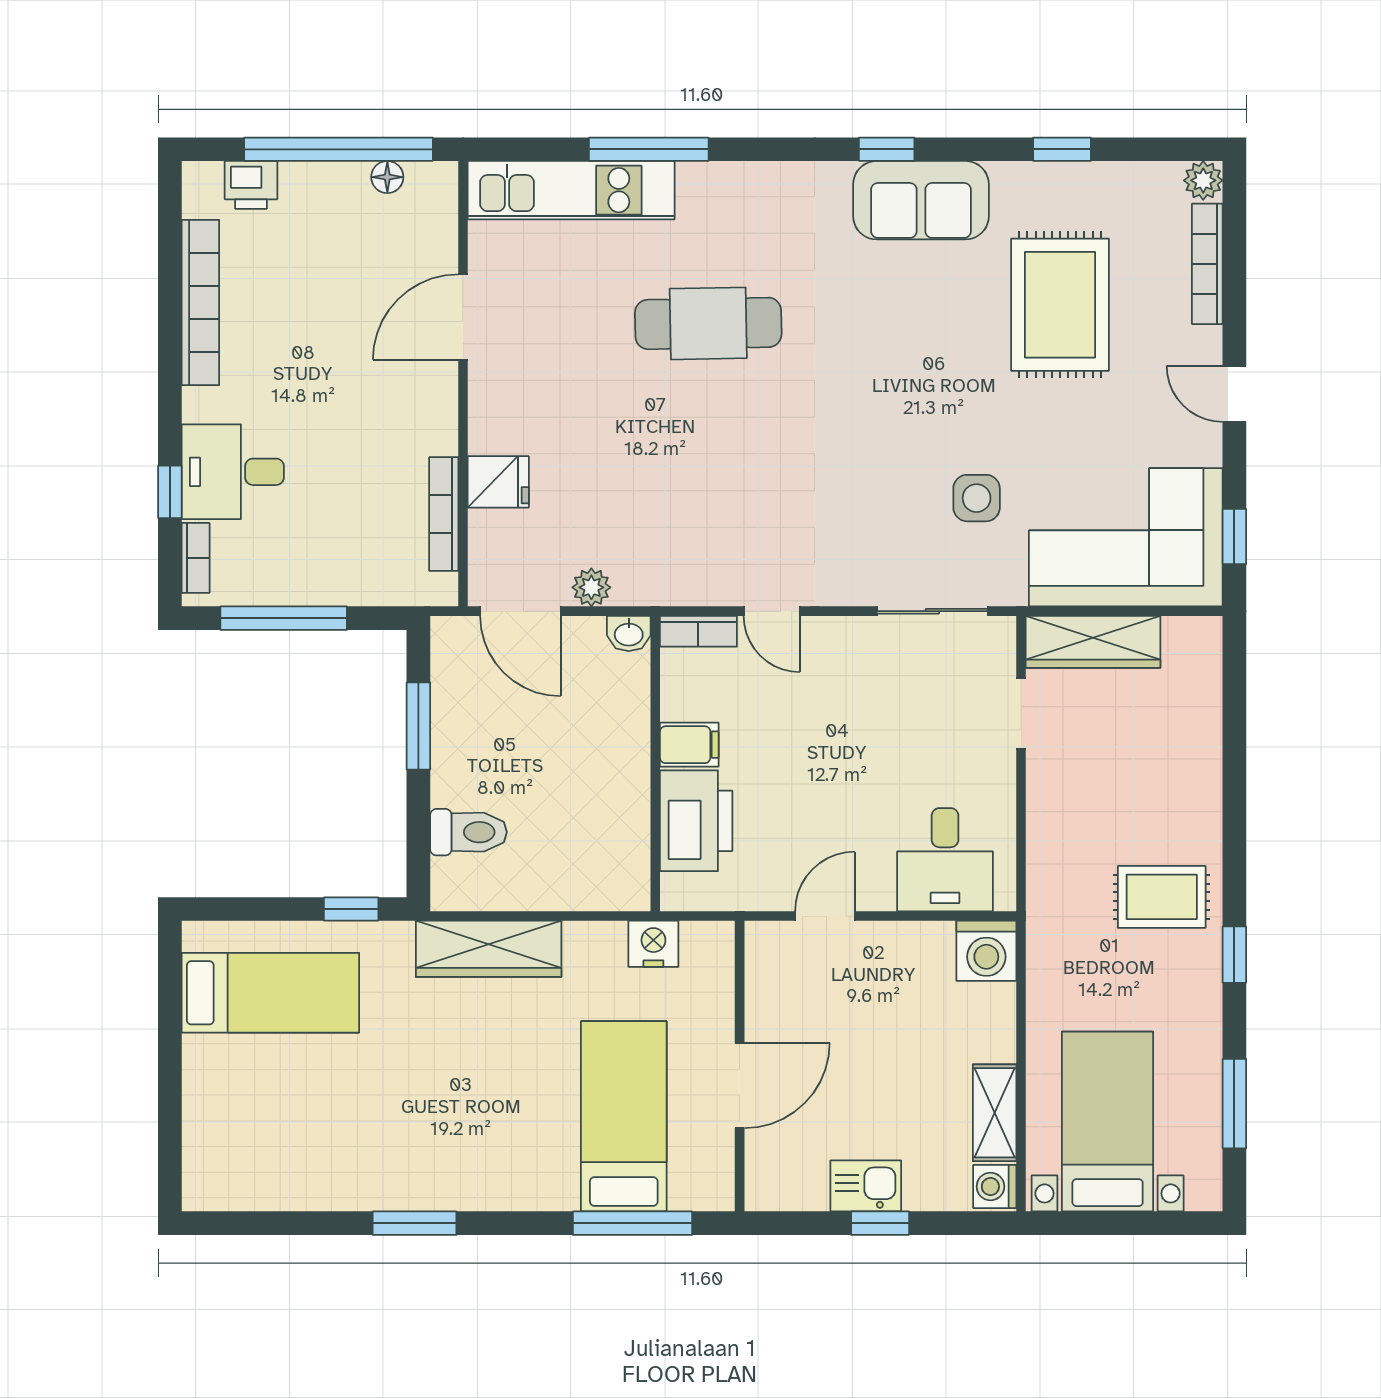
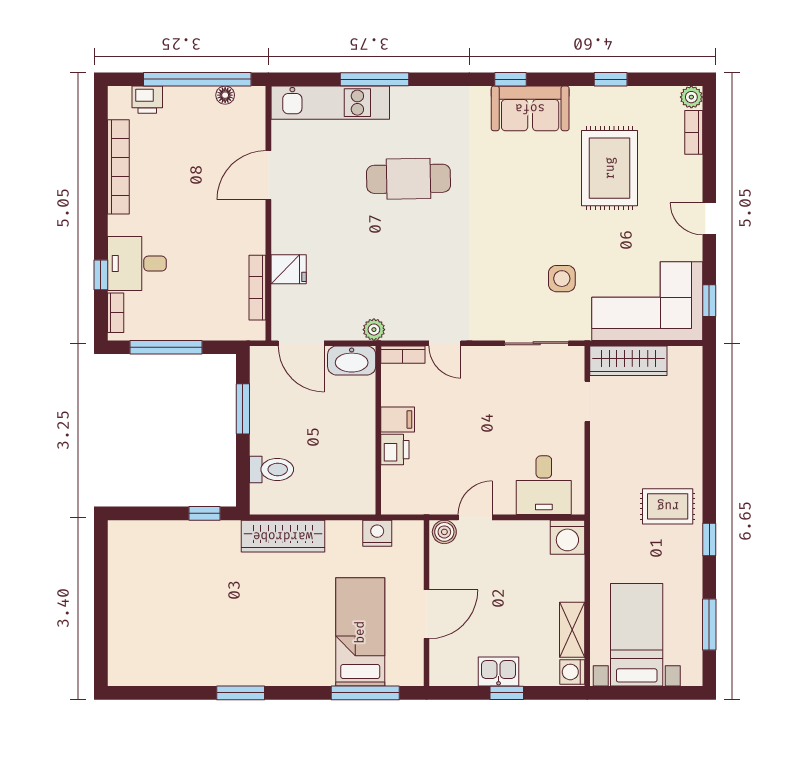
bookcase: (1207, 264) -> (694, 132), width x0.64
plant: (591, 587) -> (374, 330), moved
washbasin: (629, 634) -> (352, 360), width x1.91, depth x1.45
printer: (696, 821) -> (395, 450), width x0.53, depth x0.68
boiler: (771, 941) -> (444, 532), added
bed: (270, 993) -> (158, 561), removed

